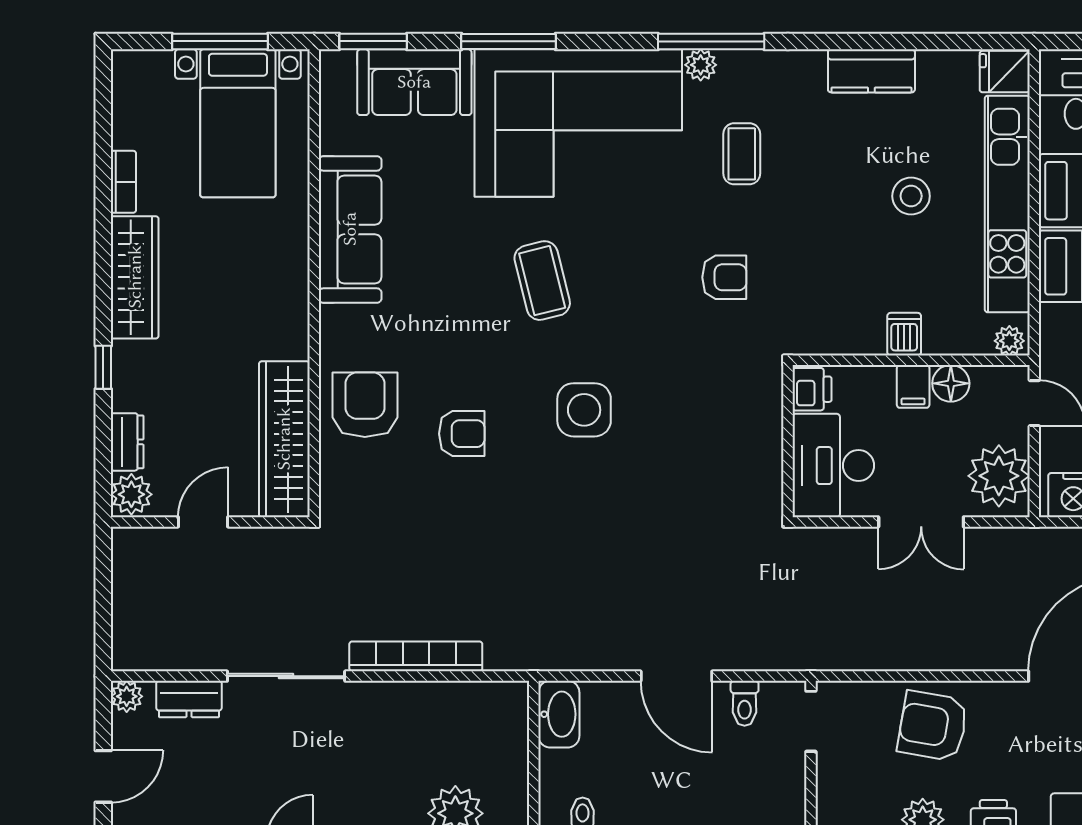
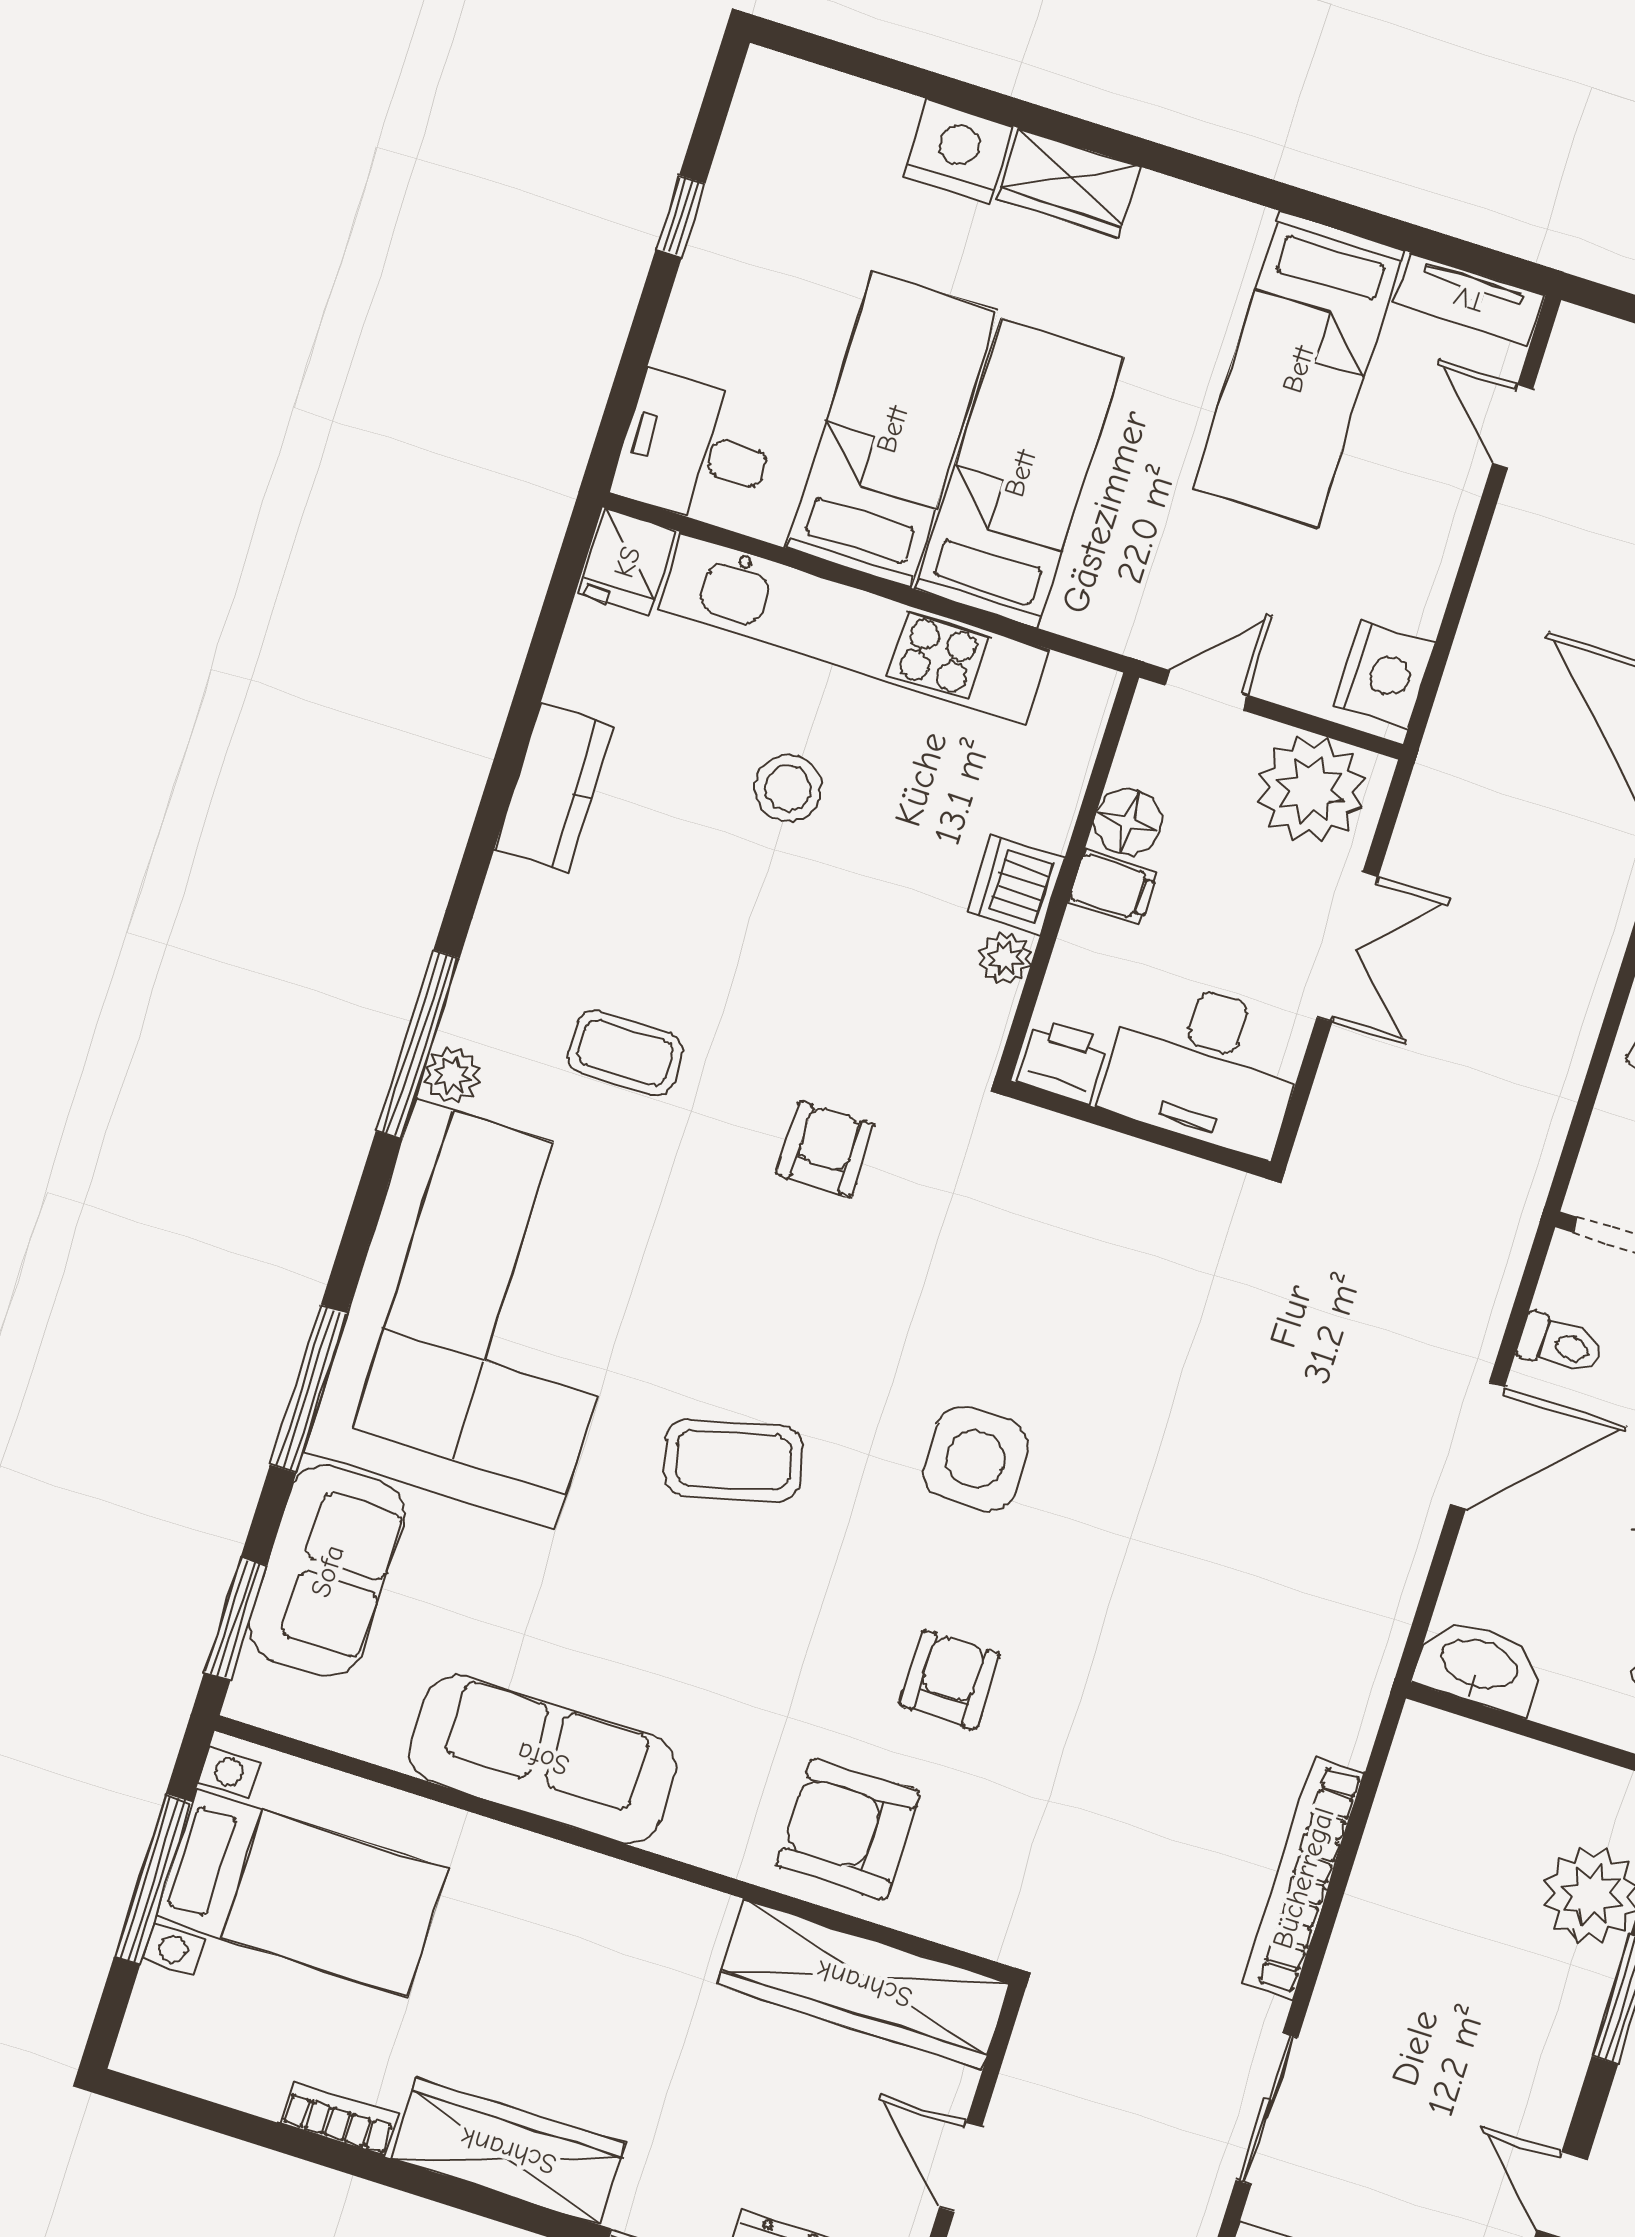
dishwasher: (904, 334) -> (1016, 885), width x1.38
plant: (1009, 341) -> (1005, 958), moved
sliding door: (286, 676) -> (1267, 2109), width x0.73

